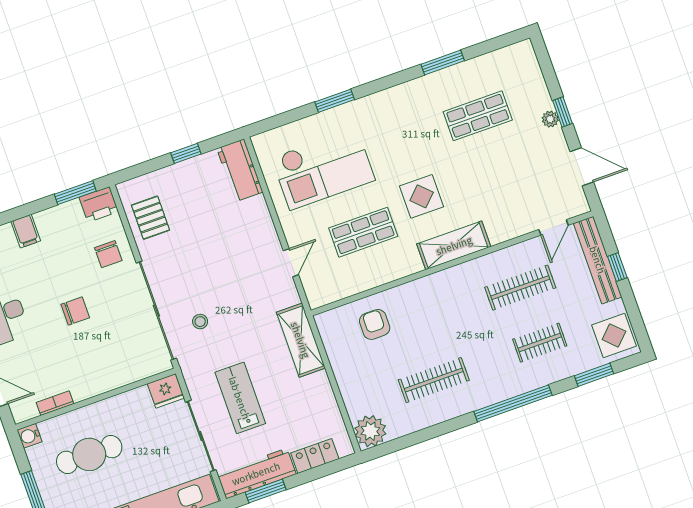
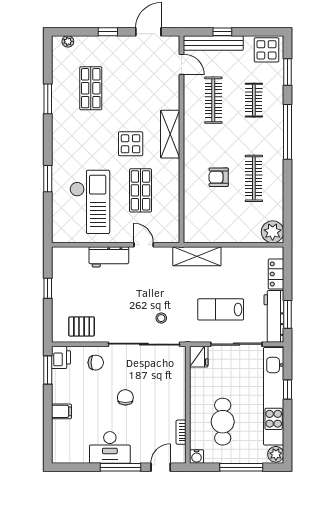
plant: (550, 119) -> (68, 41), moved
workbench: (240, 170) -> (109, 257), moved
armchair: (375, 324) -> (219, 177), moved

